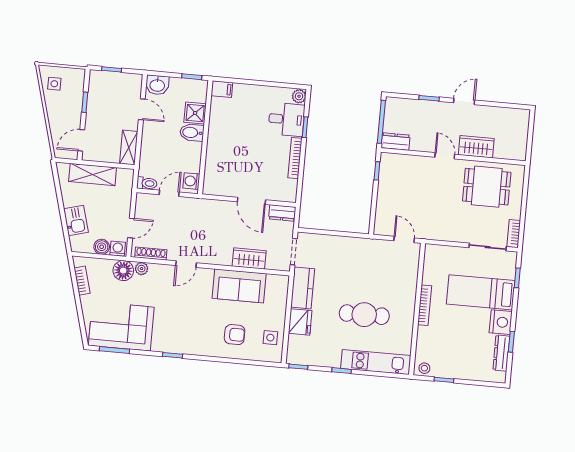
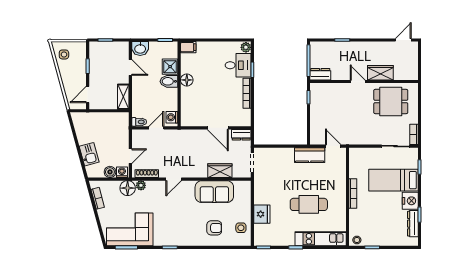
door: (464, 101) -> (403, 40), moved
floor lamp: (216, 133) -> (187, 80), added
shelving: (93, 175) -> (98, 119), removed
kitchen counter: (303, 288) -> (310, 155), moved, turned 90

